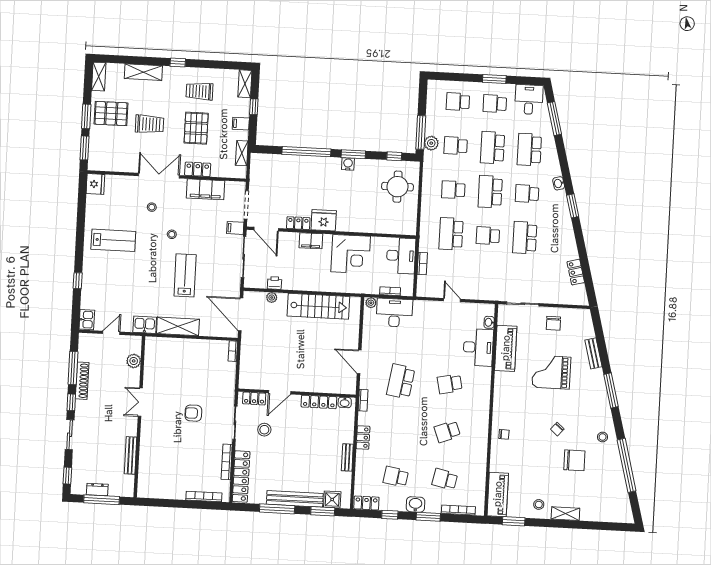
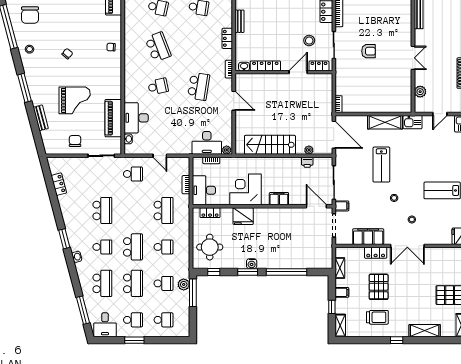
trolley: (149, 124) -> (417, 288), removed
fridge: (324, 220) -> (243, 216), moved
locker: (298, 223) -> (210, 213), moved
school desk: (488, 236) -> (133, 174), moved
school desk: (447, 432) -> (158, 47), width x1.85
chair: (574, 460) -> (30, 15), moved, turned -90

